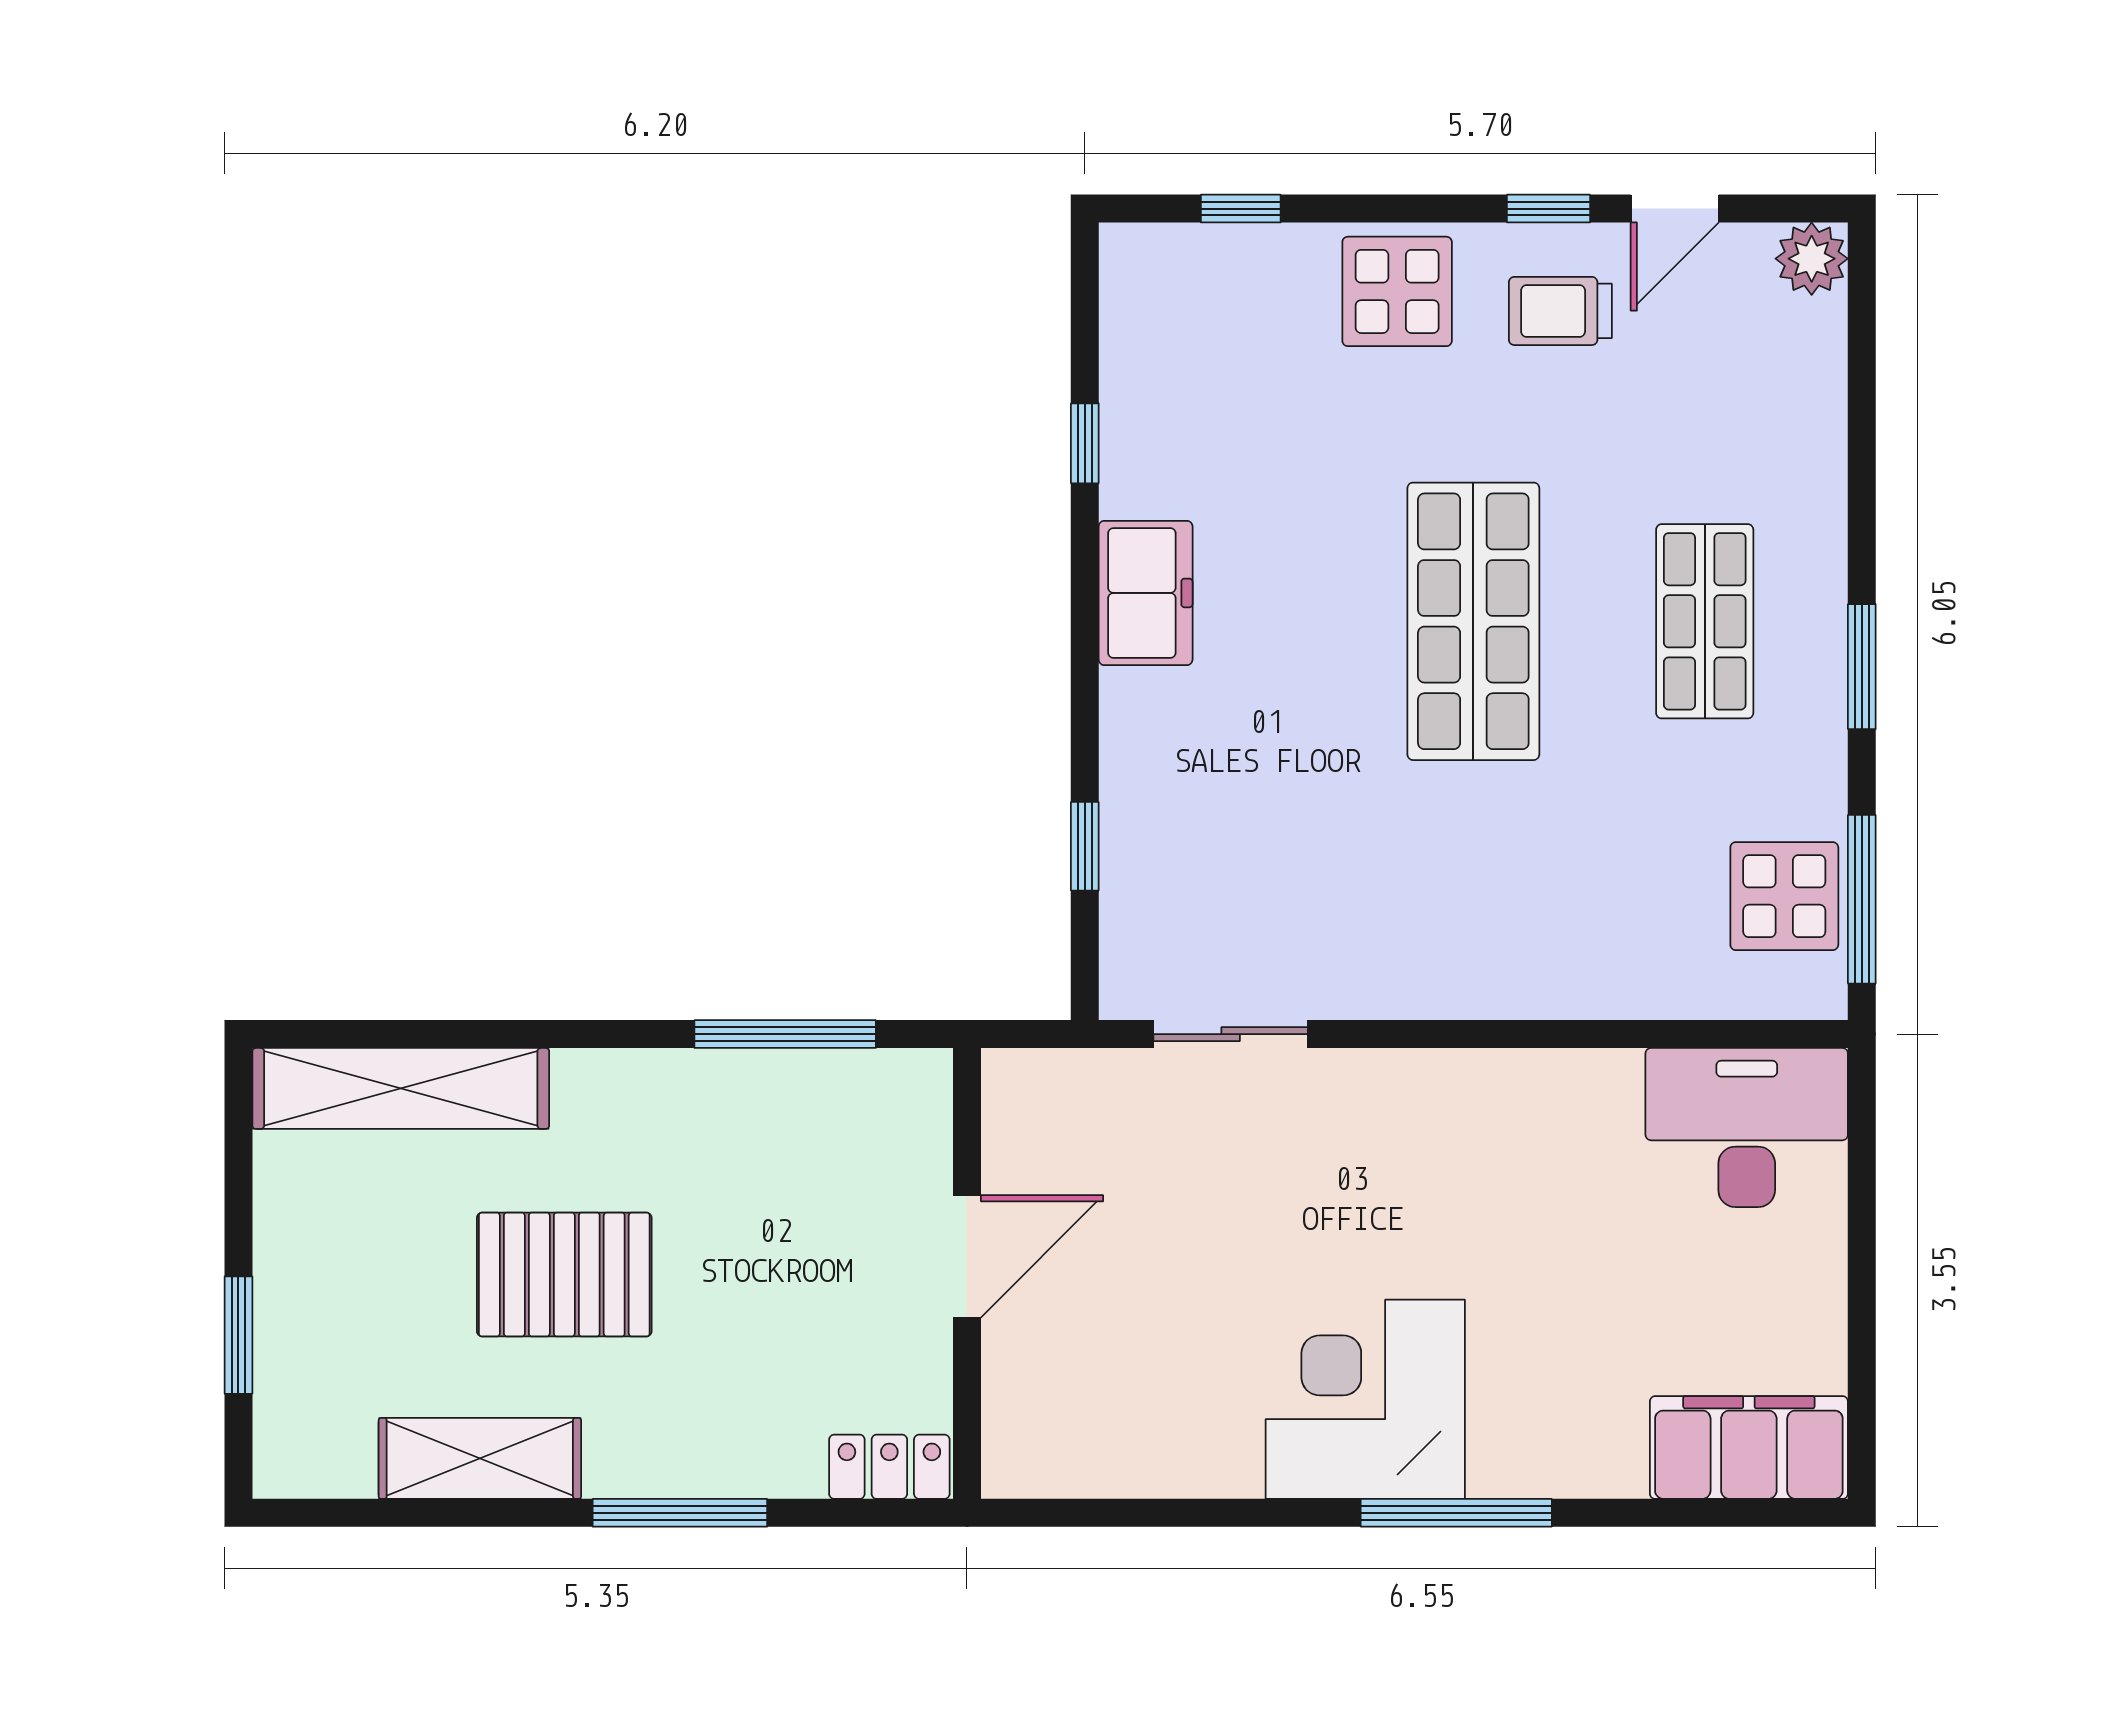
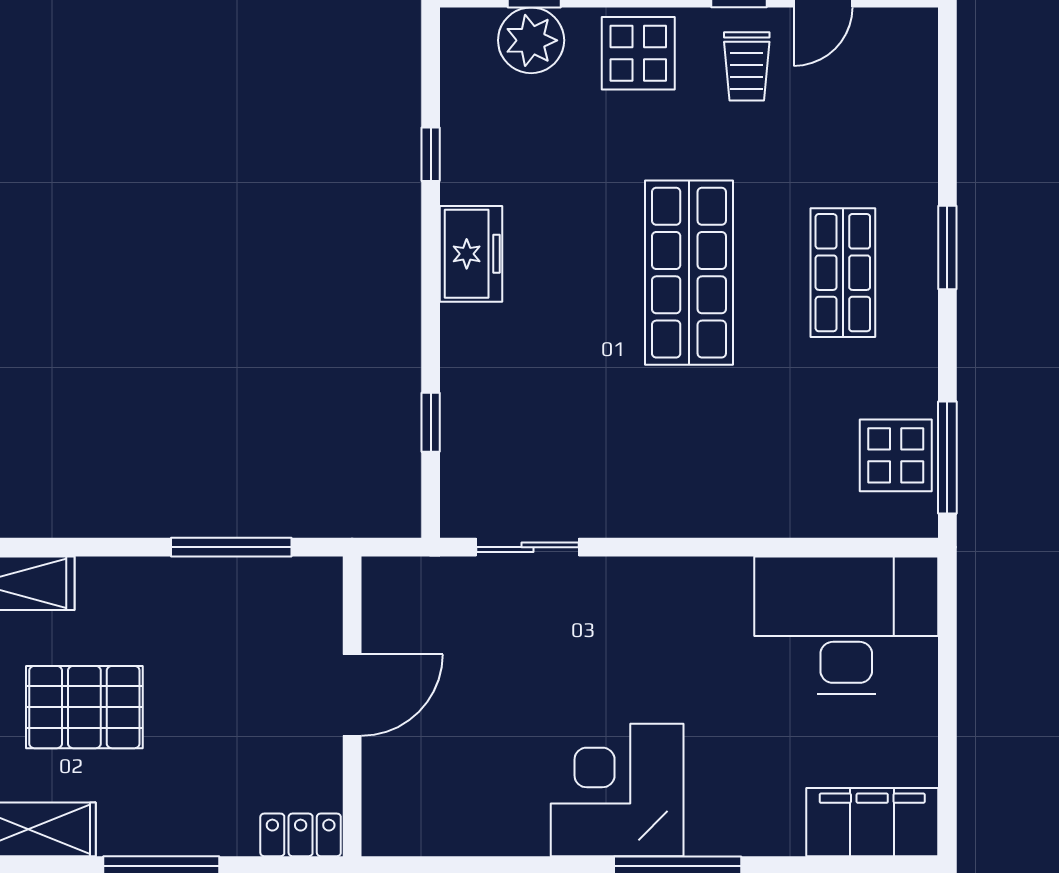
plant: (1812, 259) -> (531, 40), moved, width x1.36, depth x1.36
trolley: (1560, 311) -> (747, 66), turned -90
window: (1862, 667) -> (947, 247), moved
desk: (1747, 1128) -> (846, 625), width x1.36, depth x1.30

